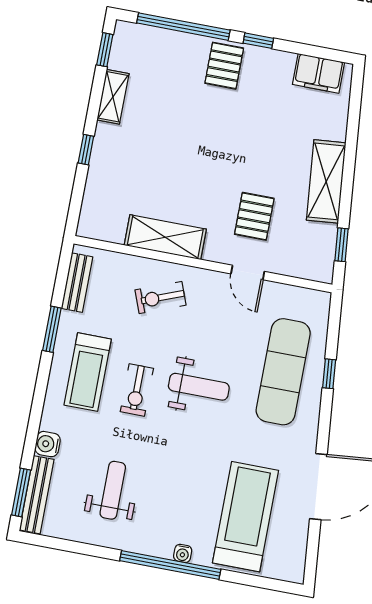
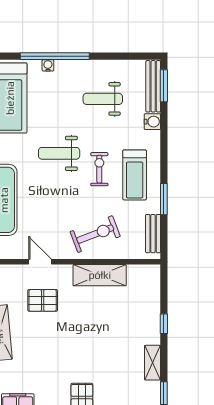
pallet: (254, 216) -> (43, 300), turned 90
exercise bike: (160, 298) -> (95, 234), width x1.38, depth x1.39
treadmill: (88, 372) -> (135, 175), turned 180
weight bench: (199, 387) -> (59, 153), moved
weight bench: (113, 490) -> (103, 99), turned 90

